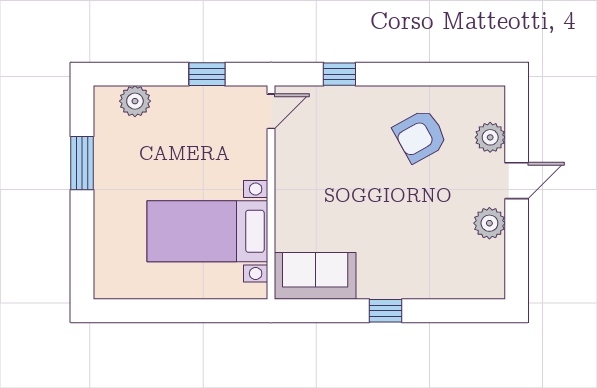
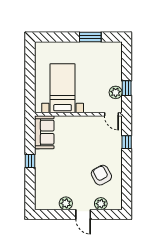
plant: (135, 101) -> (116, 92), moved

